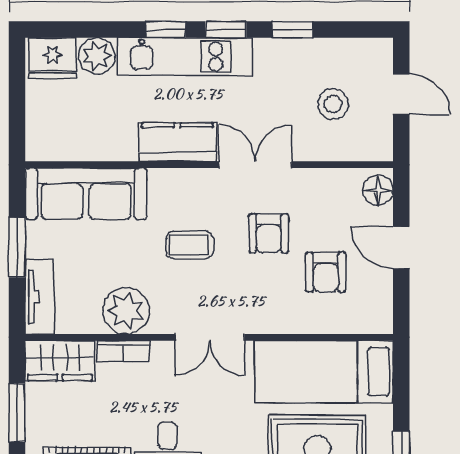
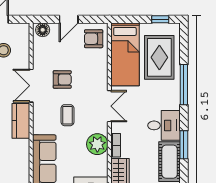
armchair: (326, 272) -> (94, 39), moved, turned 180

